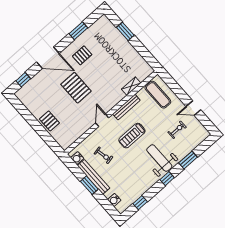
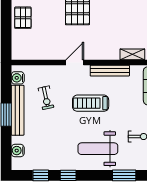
weight bench: (159, 158) -> (98, 149), turned -90
window: (167, 179) -> (68, 175), moved

